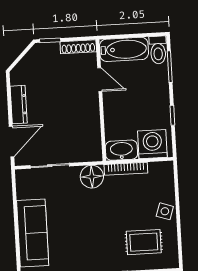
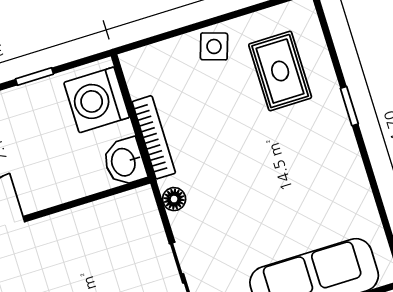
washbasin: (121, 150) -> (124, 162), width x0.72
floor lamp: (92, 177) -> (174, 199), width x0.53, depth x0.53

